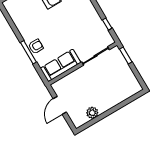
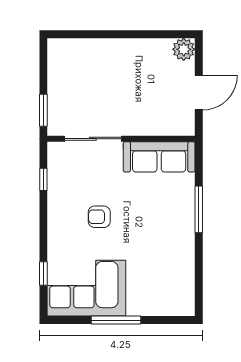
armchair: (36, 46) -> (99, 217), moved
plant: (92, 113) -> (184, 49), moved

